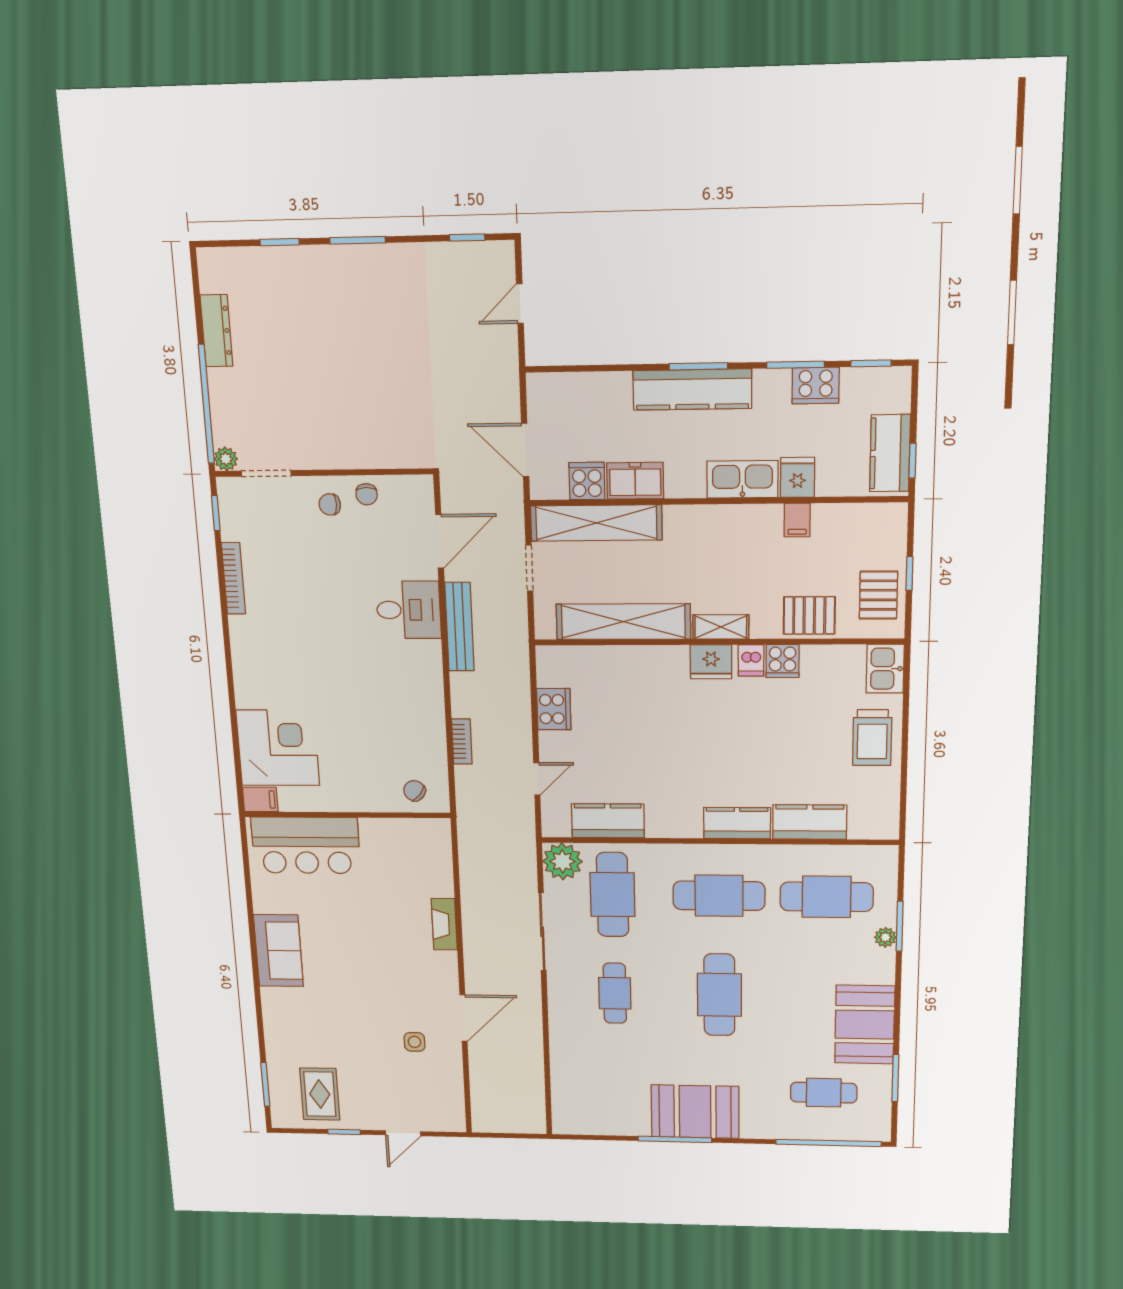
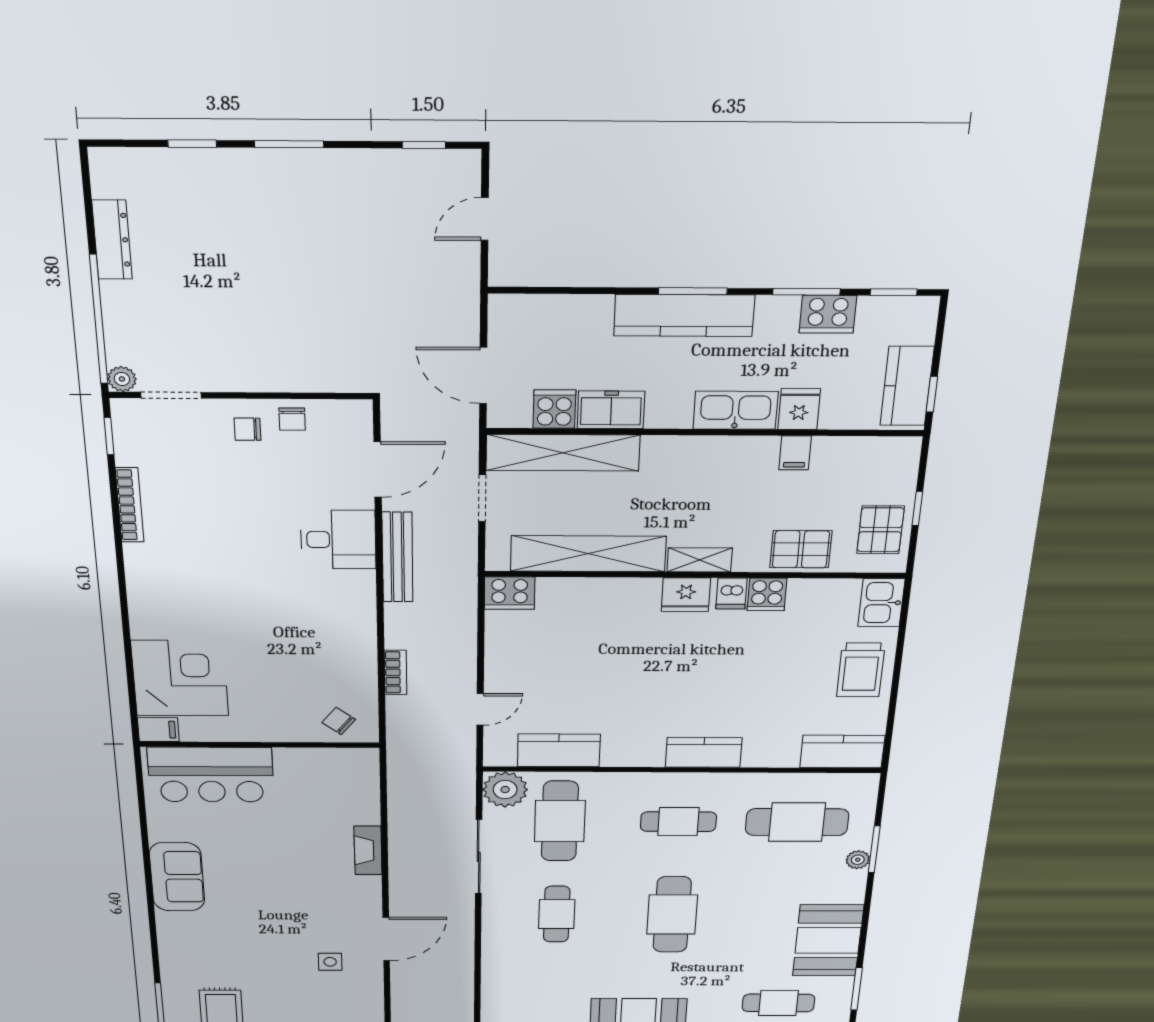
cooker: (554, 709) -> (510, 593), moved, turned 90
kitchen counter: (810, 822) -> (842, 752), moved
cafe table: (719, 896) -> (678, 822), width x0.73, depth x0.74

